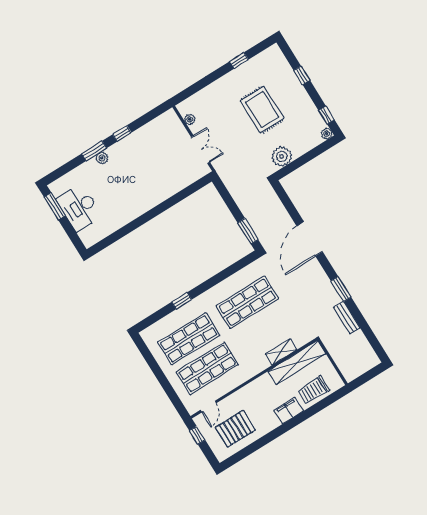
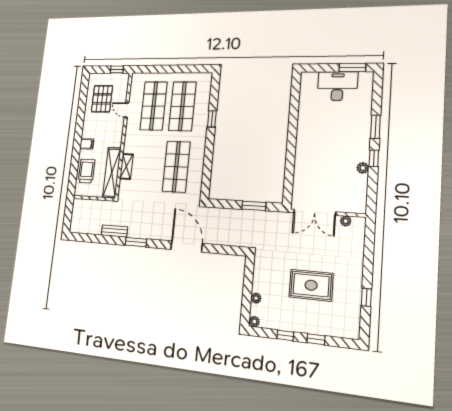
window: (327, 115) -> (285, 335), moved
double door: (200, 150) -> (315, 212), width x1.37
plant: (282, 156) -> (256, 298), moved, width x0.53, depth x0.53
plant: (102, 158) -> (363, 168), moved
window: (248, 231) -> (254, 206), moved
door: (208, 407) -> (127, 110), moved
filing cabinet: (289, 411) -> (87, 144), width x0.50

